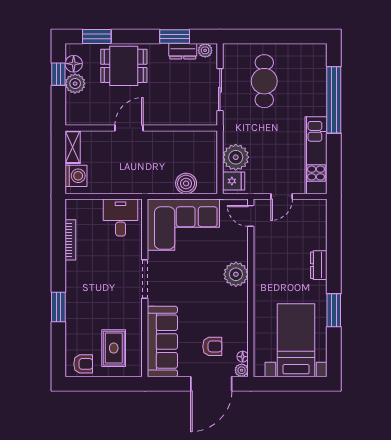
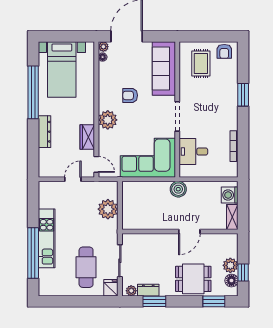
kitchen unit: (316, 155) -> (47, 238), moved
fridge: (234, 181) -> (111, 288), moved, turned 90
boiler: (186, 183) -> (178, 189), moved
desk: (121, 218) -> (193, 151), moved, turned 90
wardrobe: (263, 252) -> (87, 137), added
dresser: (319, 265) -> (45, 132), width x1.44
window: (334, 310) -> (33, 92), width x2.11
armchair: (212, 346) -> (130, 95), moved
armchair: (83, 364) -> (224, 51), turned -90

